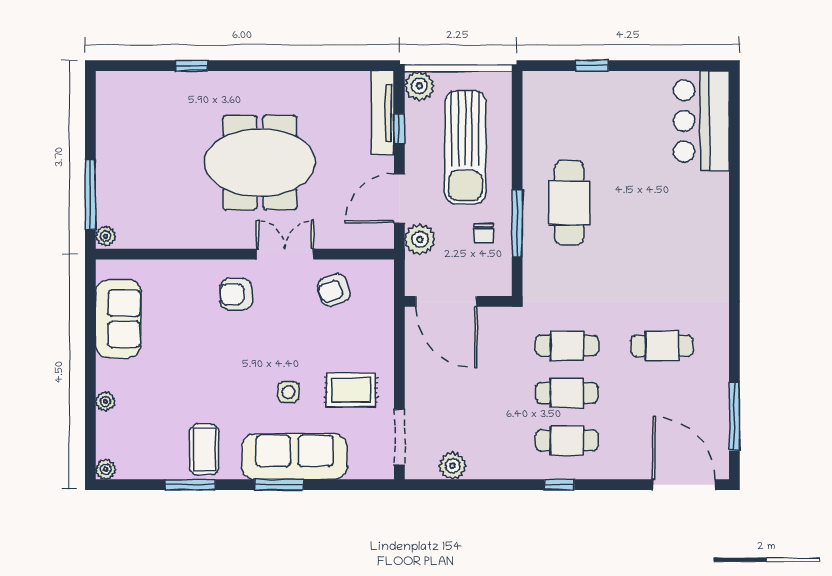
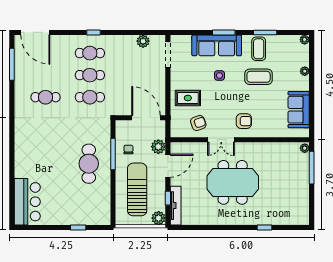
coffee table: (205, 389) -> (259, 77), added
rug: (351, 390) -> (188, 98), moved

